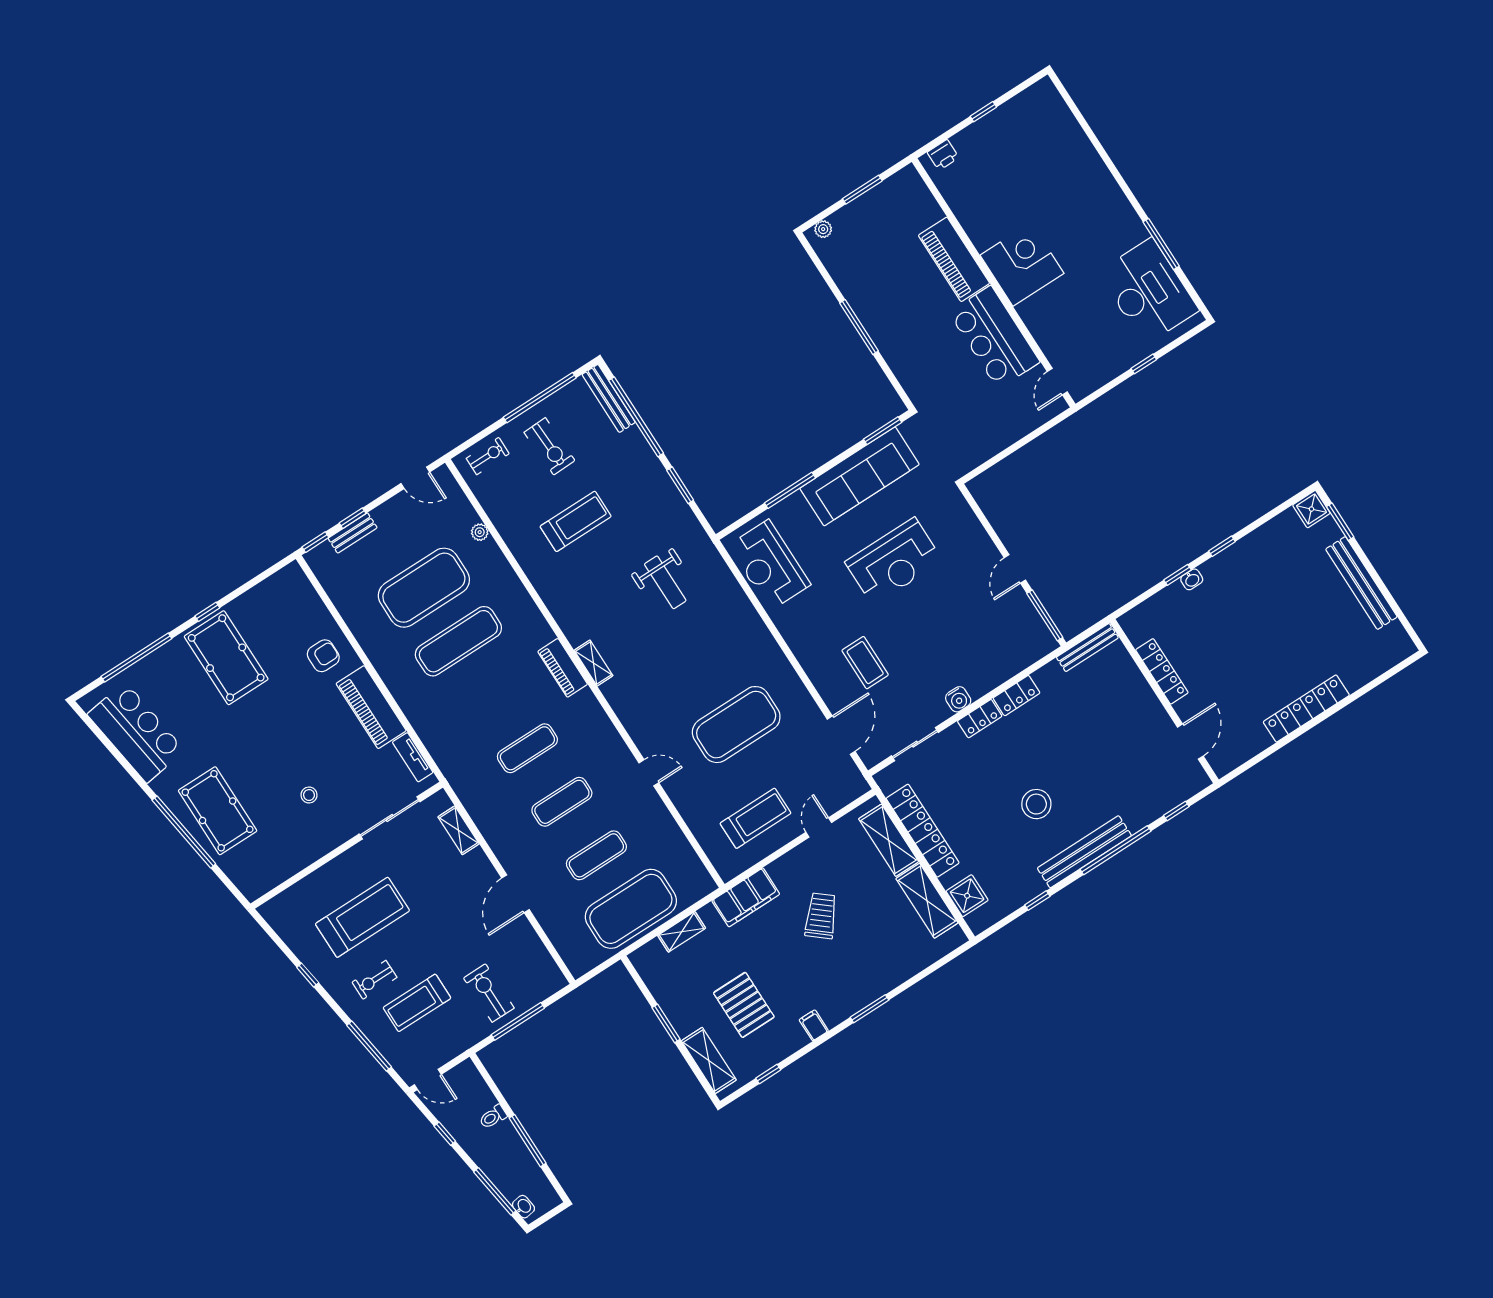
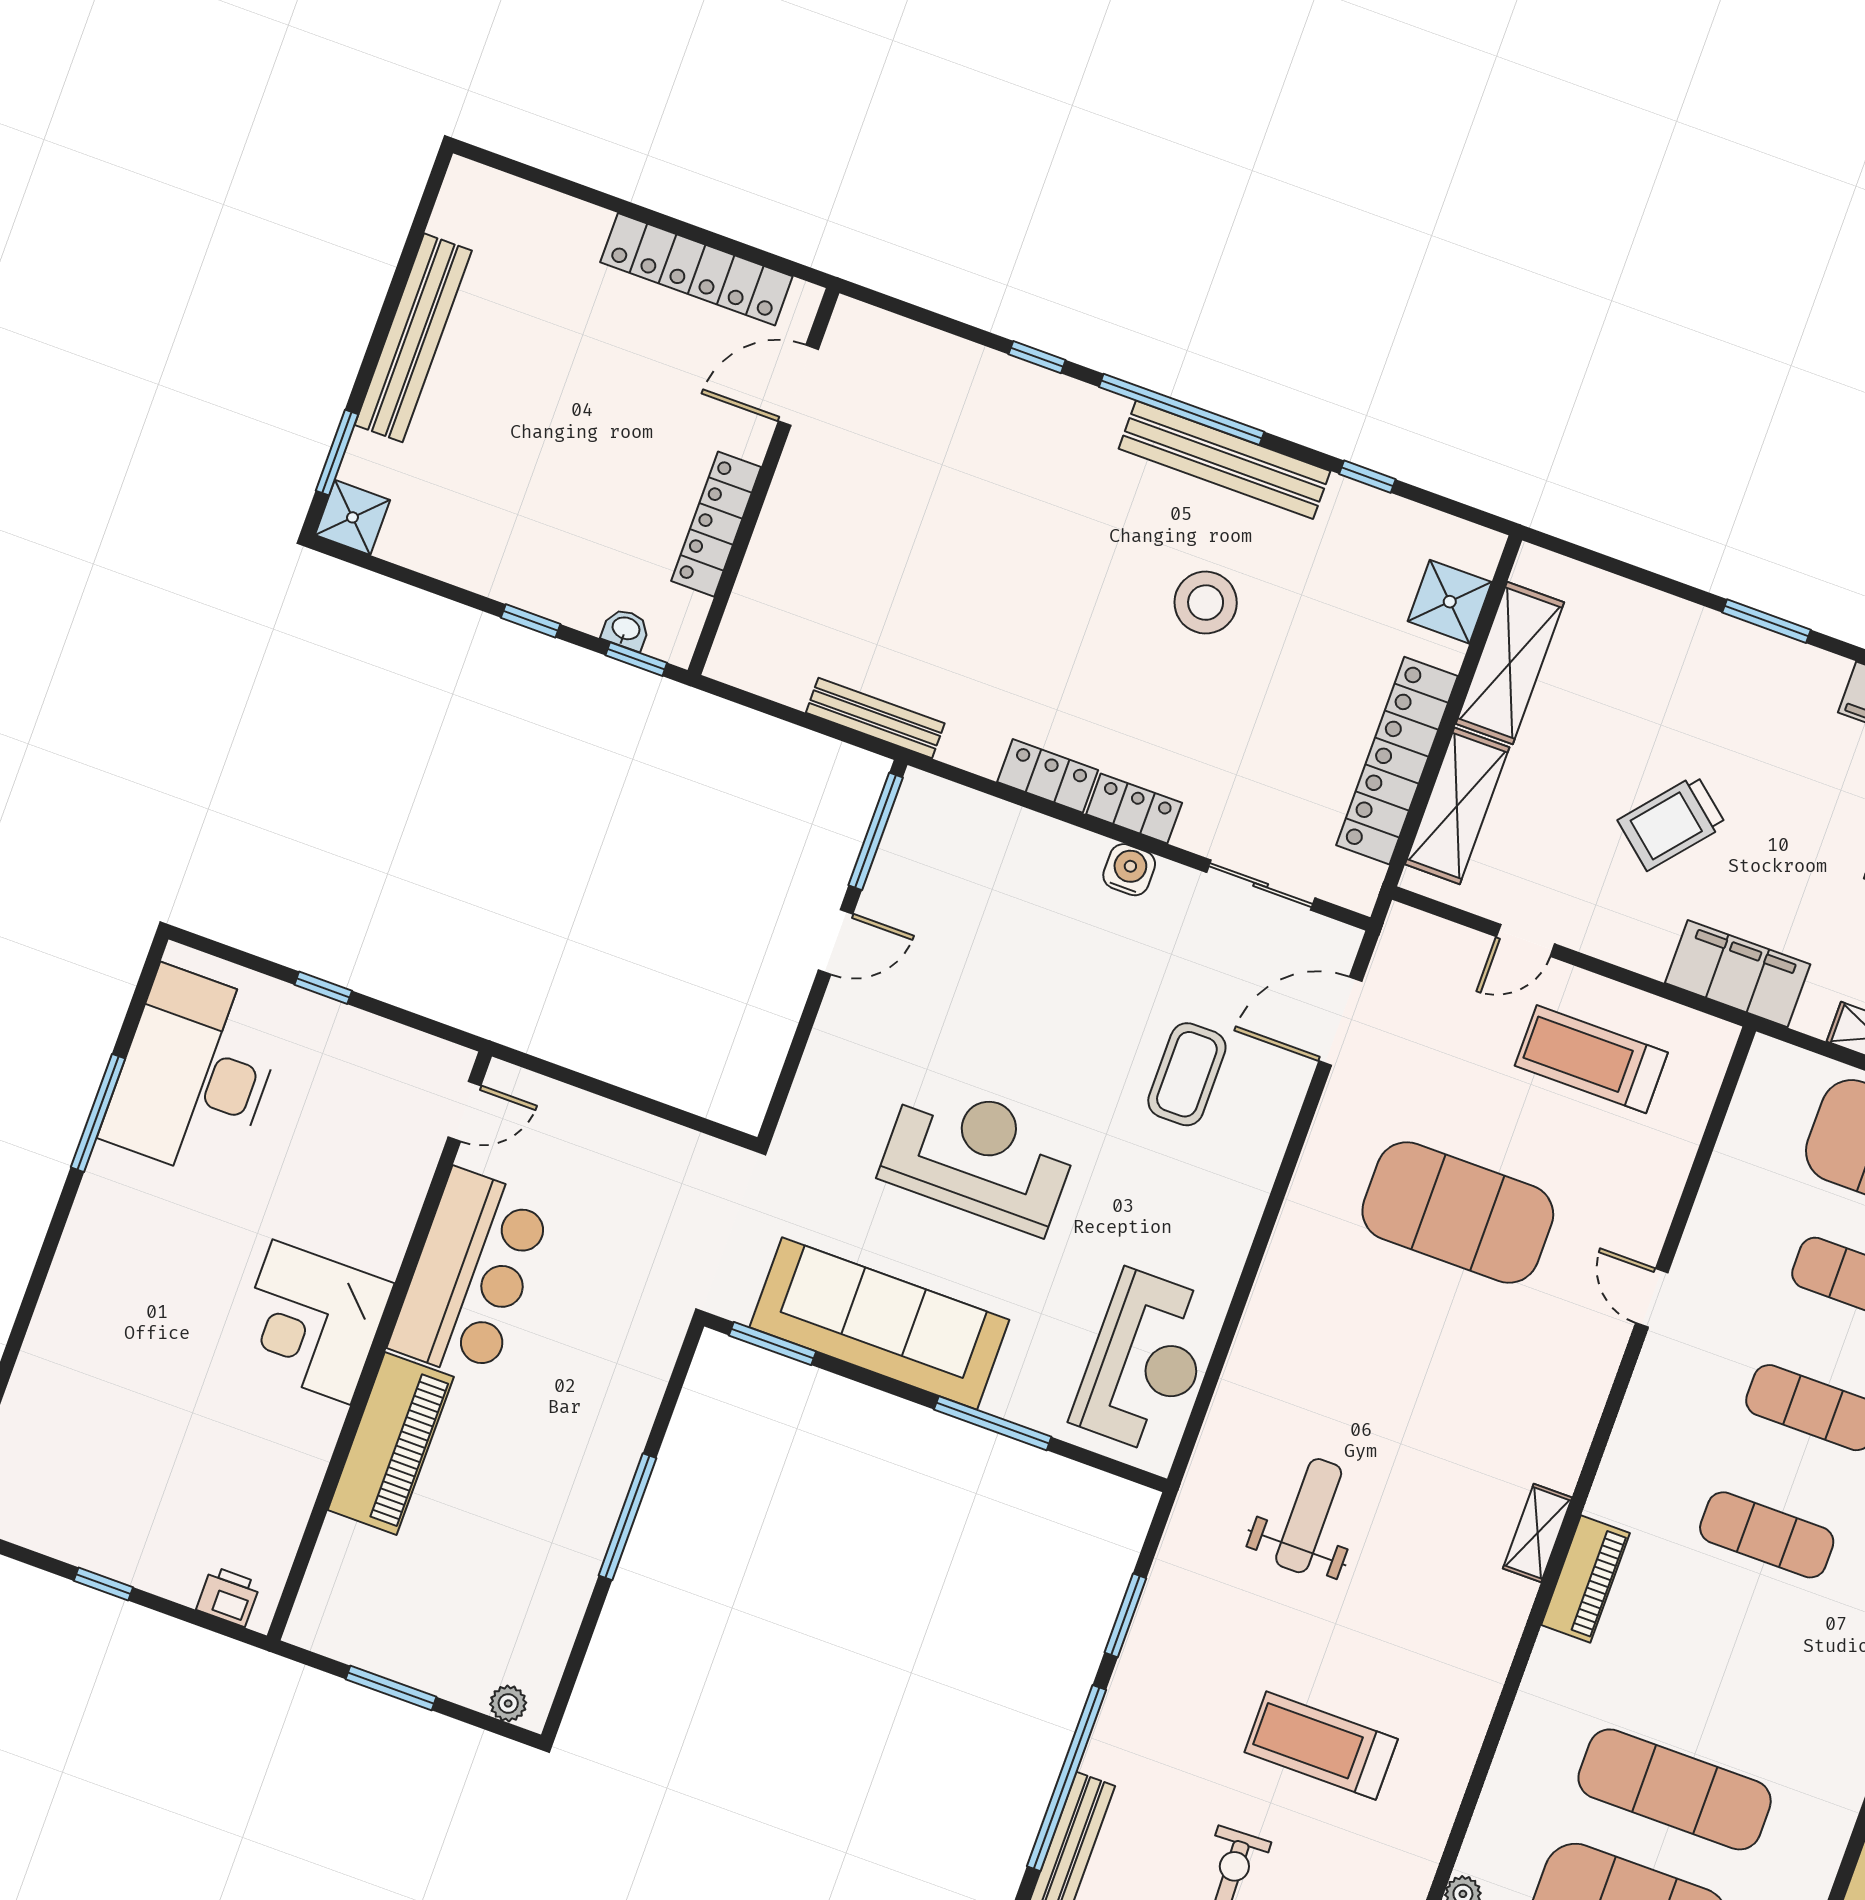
locker: (1162, 671) -> (716, 524), moved
wall: (1164, 701) -> (763, 482), moved
door: (1190, 742) -> (798, 385), moved

